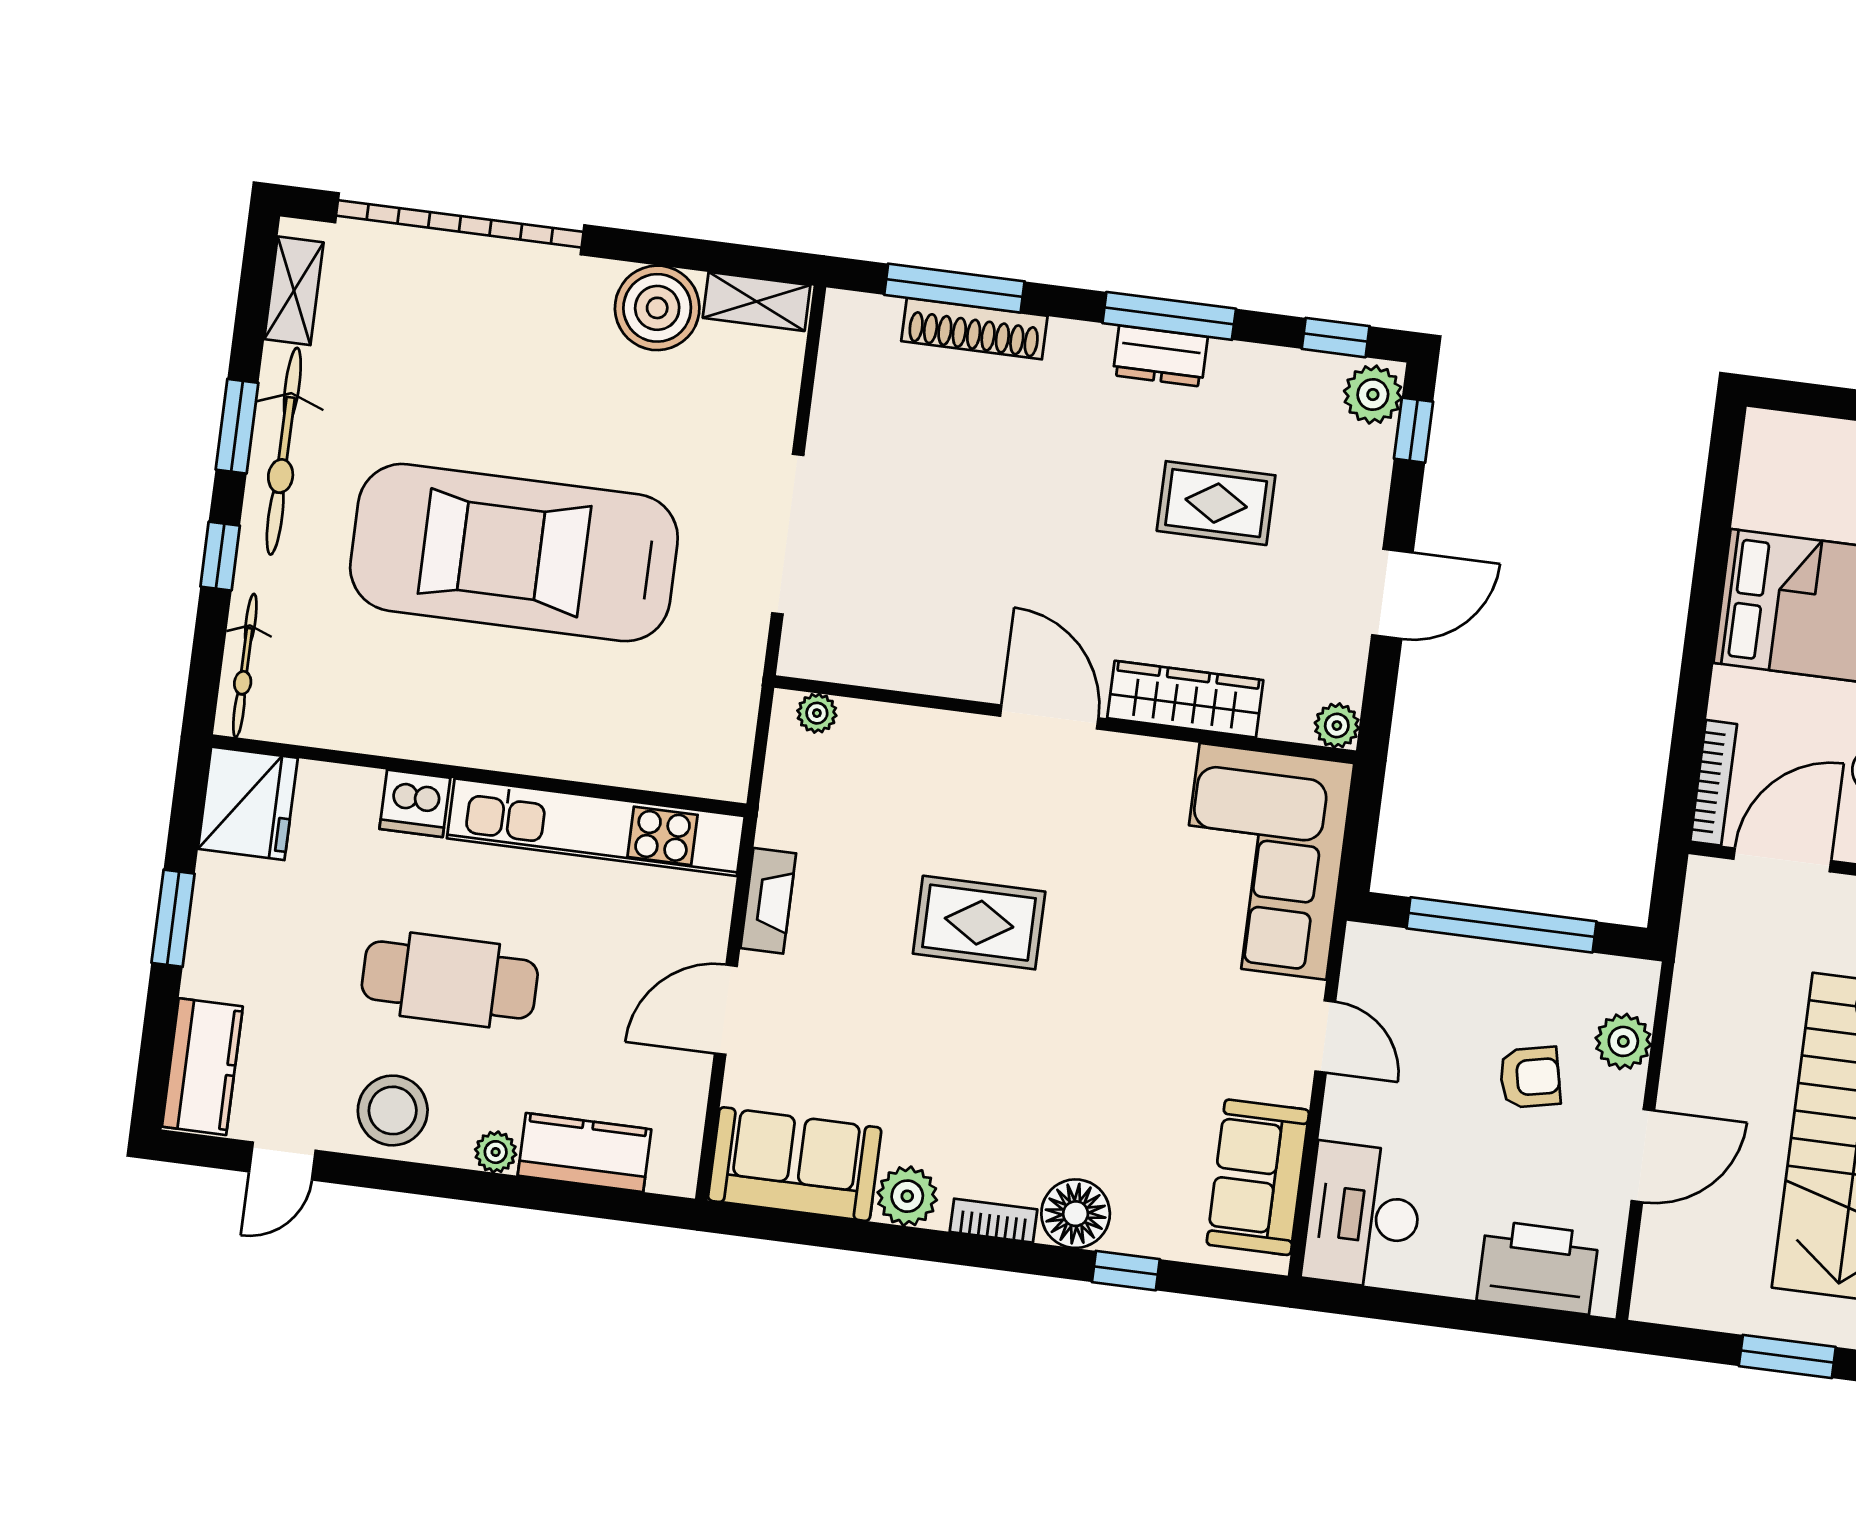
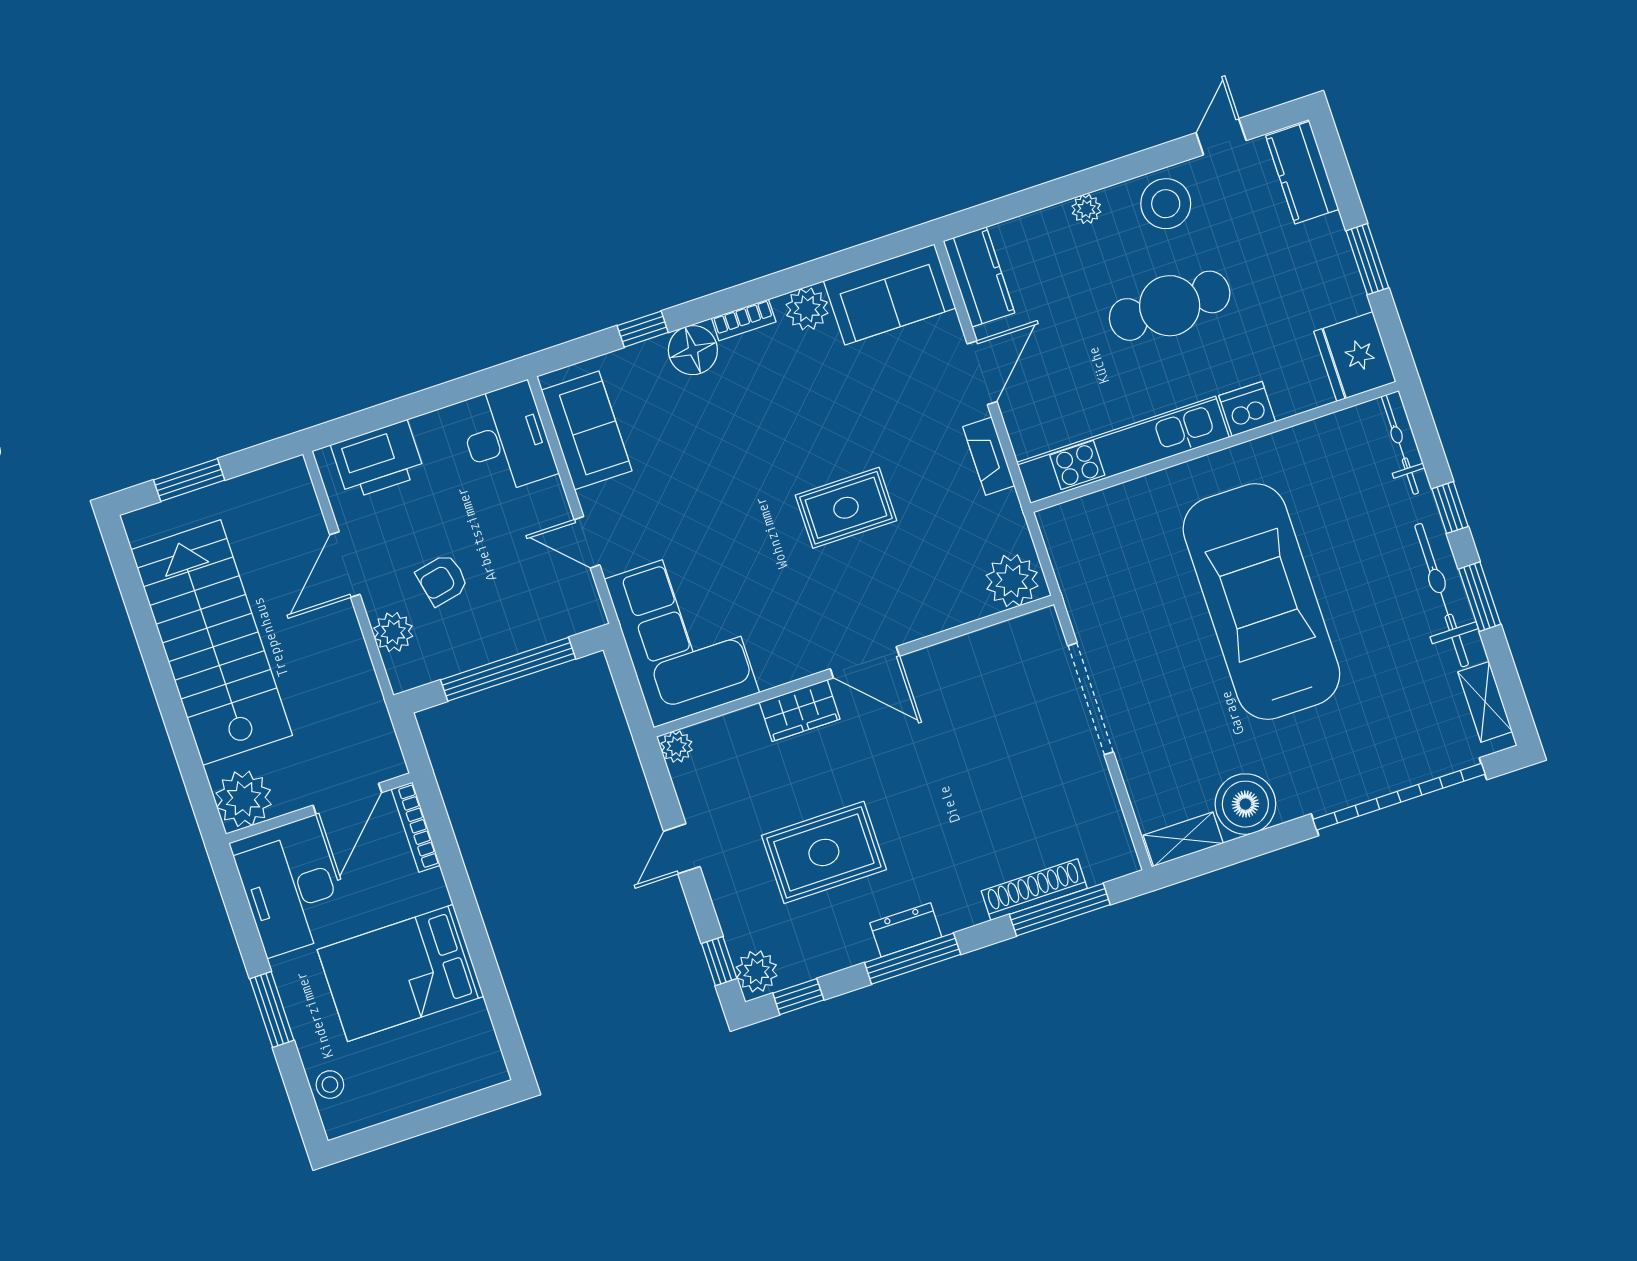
rug: (1216, 503) -> (824, 852), width x1.36, depth x1.43
car: (514, 553) -> (1261, 602), turned -90
door: (1392, 594) -> (682, 849), width x0.73
wardrobe: (1185, 699) -> (800, 711), width x0.67
plant: (817, 713) -> (1012, 581), width x1.87, depth x1.87
kitchen counter: (584, 1152) -> (979, 277), moved, turned -90

